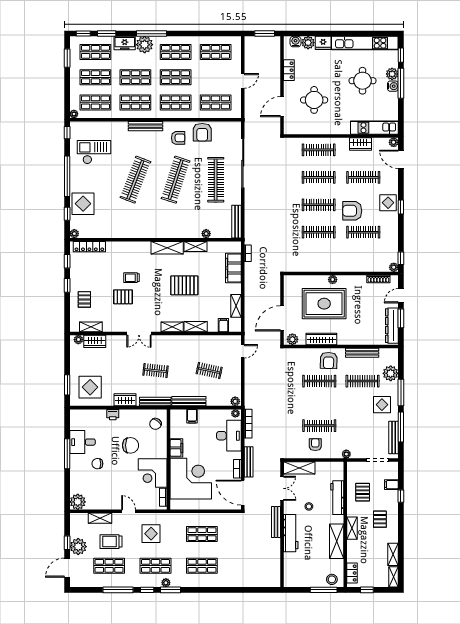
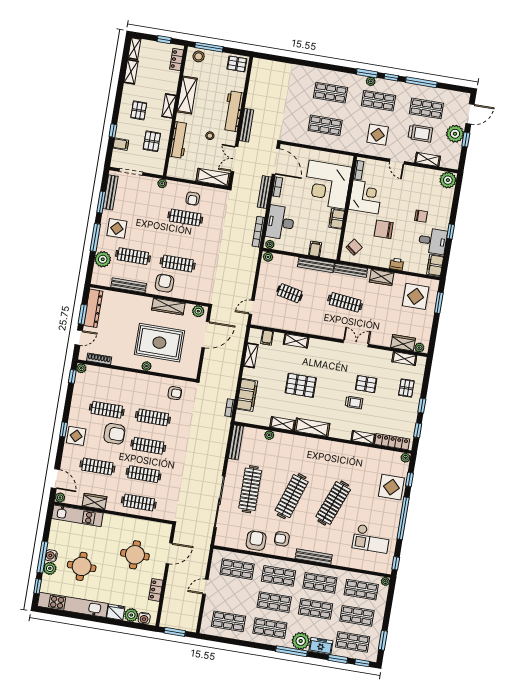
armchair: (302, 259) -> (175, 393), added
shelving: (172, 327) -> (363, 437), moved
clothes rail: (156, 371) -> (345, 302), width x1.36
filing cabinet: (77, 420) -> (435, 265), added
window: (401, 427) -> (101, 202), width x0.69
window: (67, 454) -> (451, 232), width x0.46
pallet: (295, 578) -> (237, 64), added

